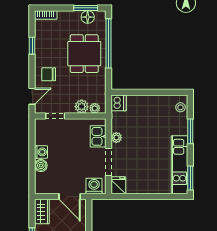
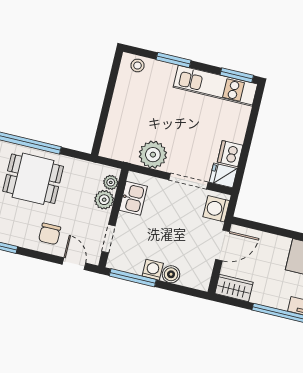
dishwasher: (119, 103) -> (230, 154), moved, turned -90
kitchen sink: (98, 136) -> (133, 198), moved, turned -90
plant: (116, 138) -> (153, 155), width x1.88, depth x1.88
window: (32, 139) -> (133, 278), added

